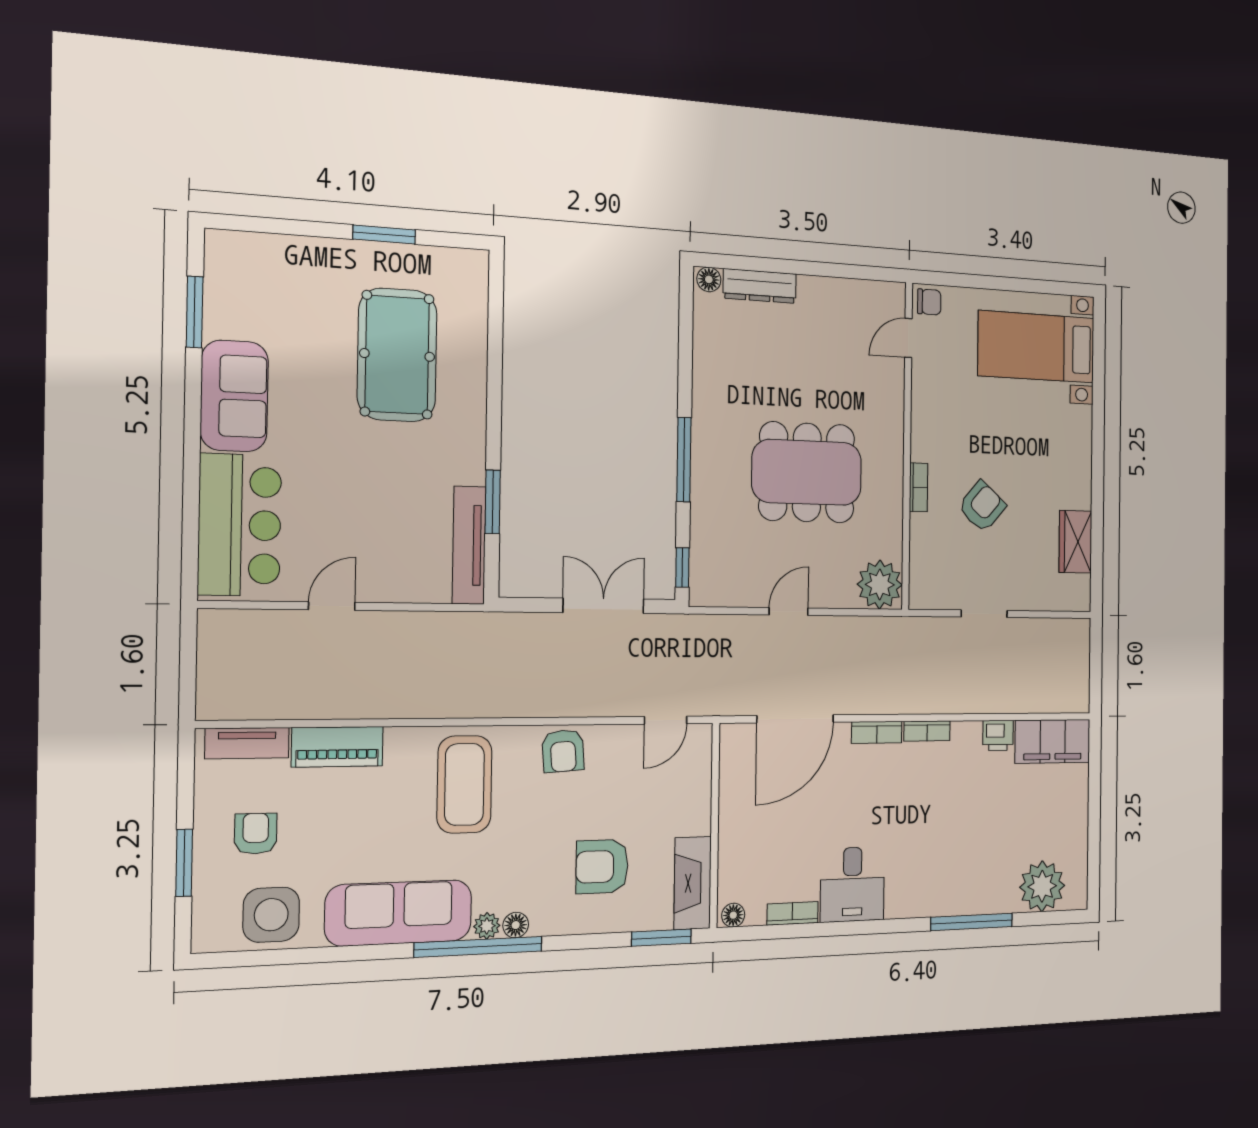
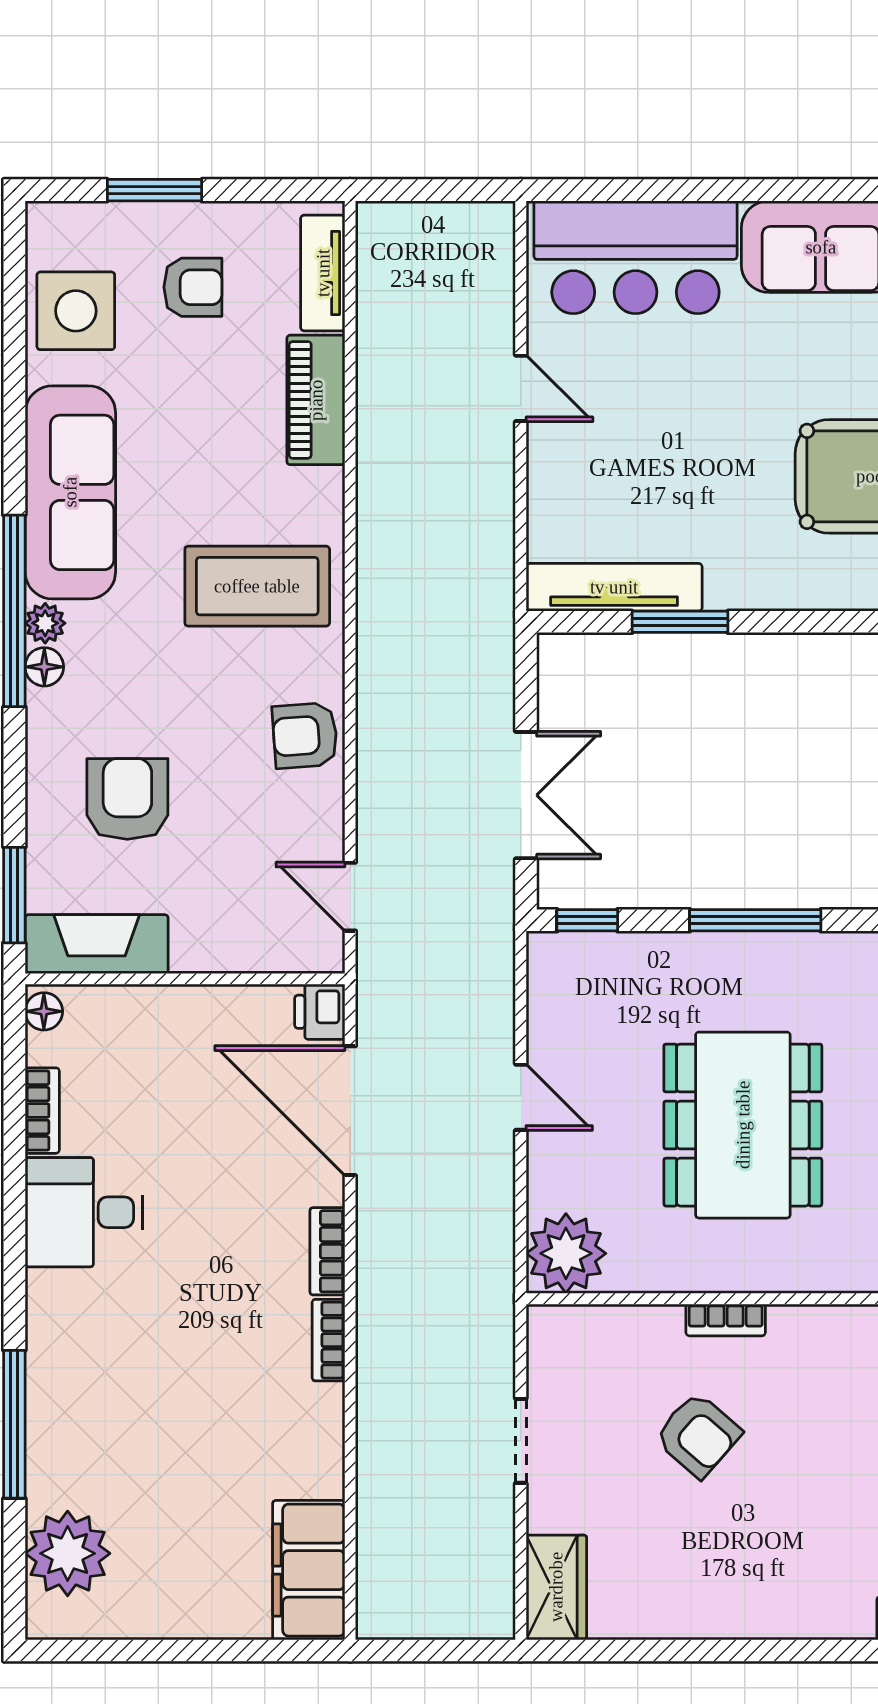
wardrobe: (1075, 542) -> (556, 1587), moved, turned 90
printer: (998, 735) -> (320, 1012), moved

